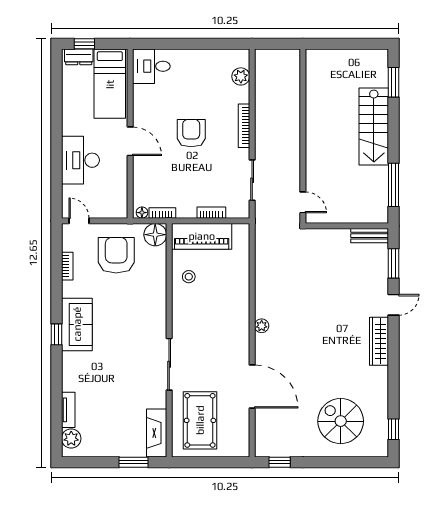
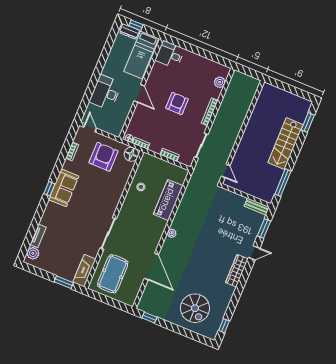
piano: (202, 236) -> (168, 200), moved, turned 90
spiral stairs: (341, 421) -> (195, 308), turned 180

